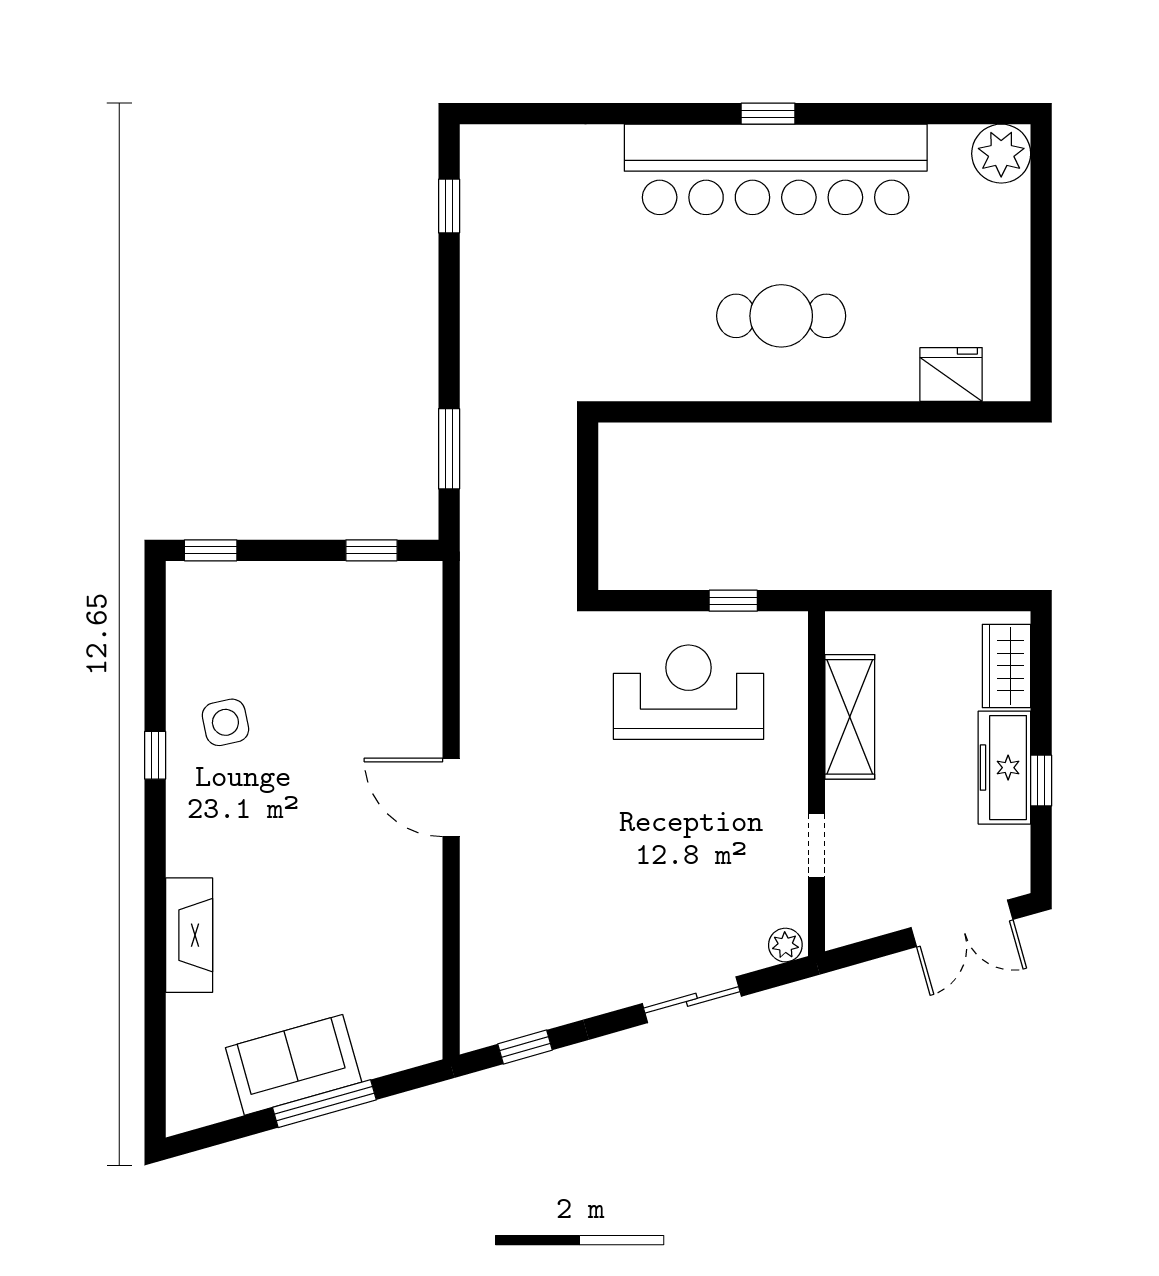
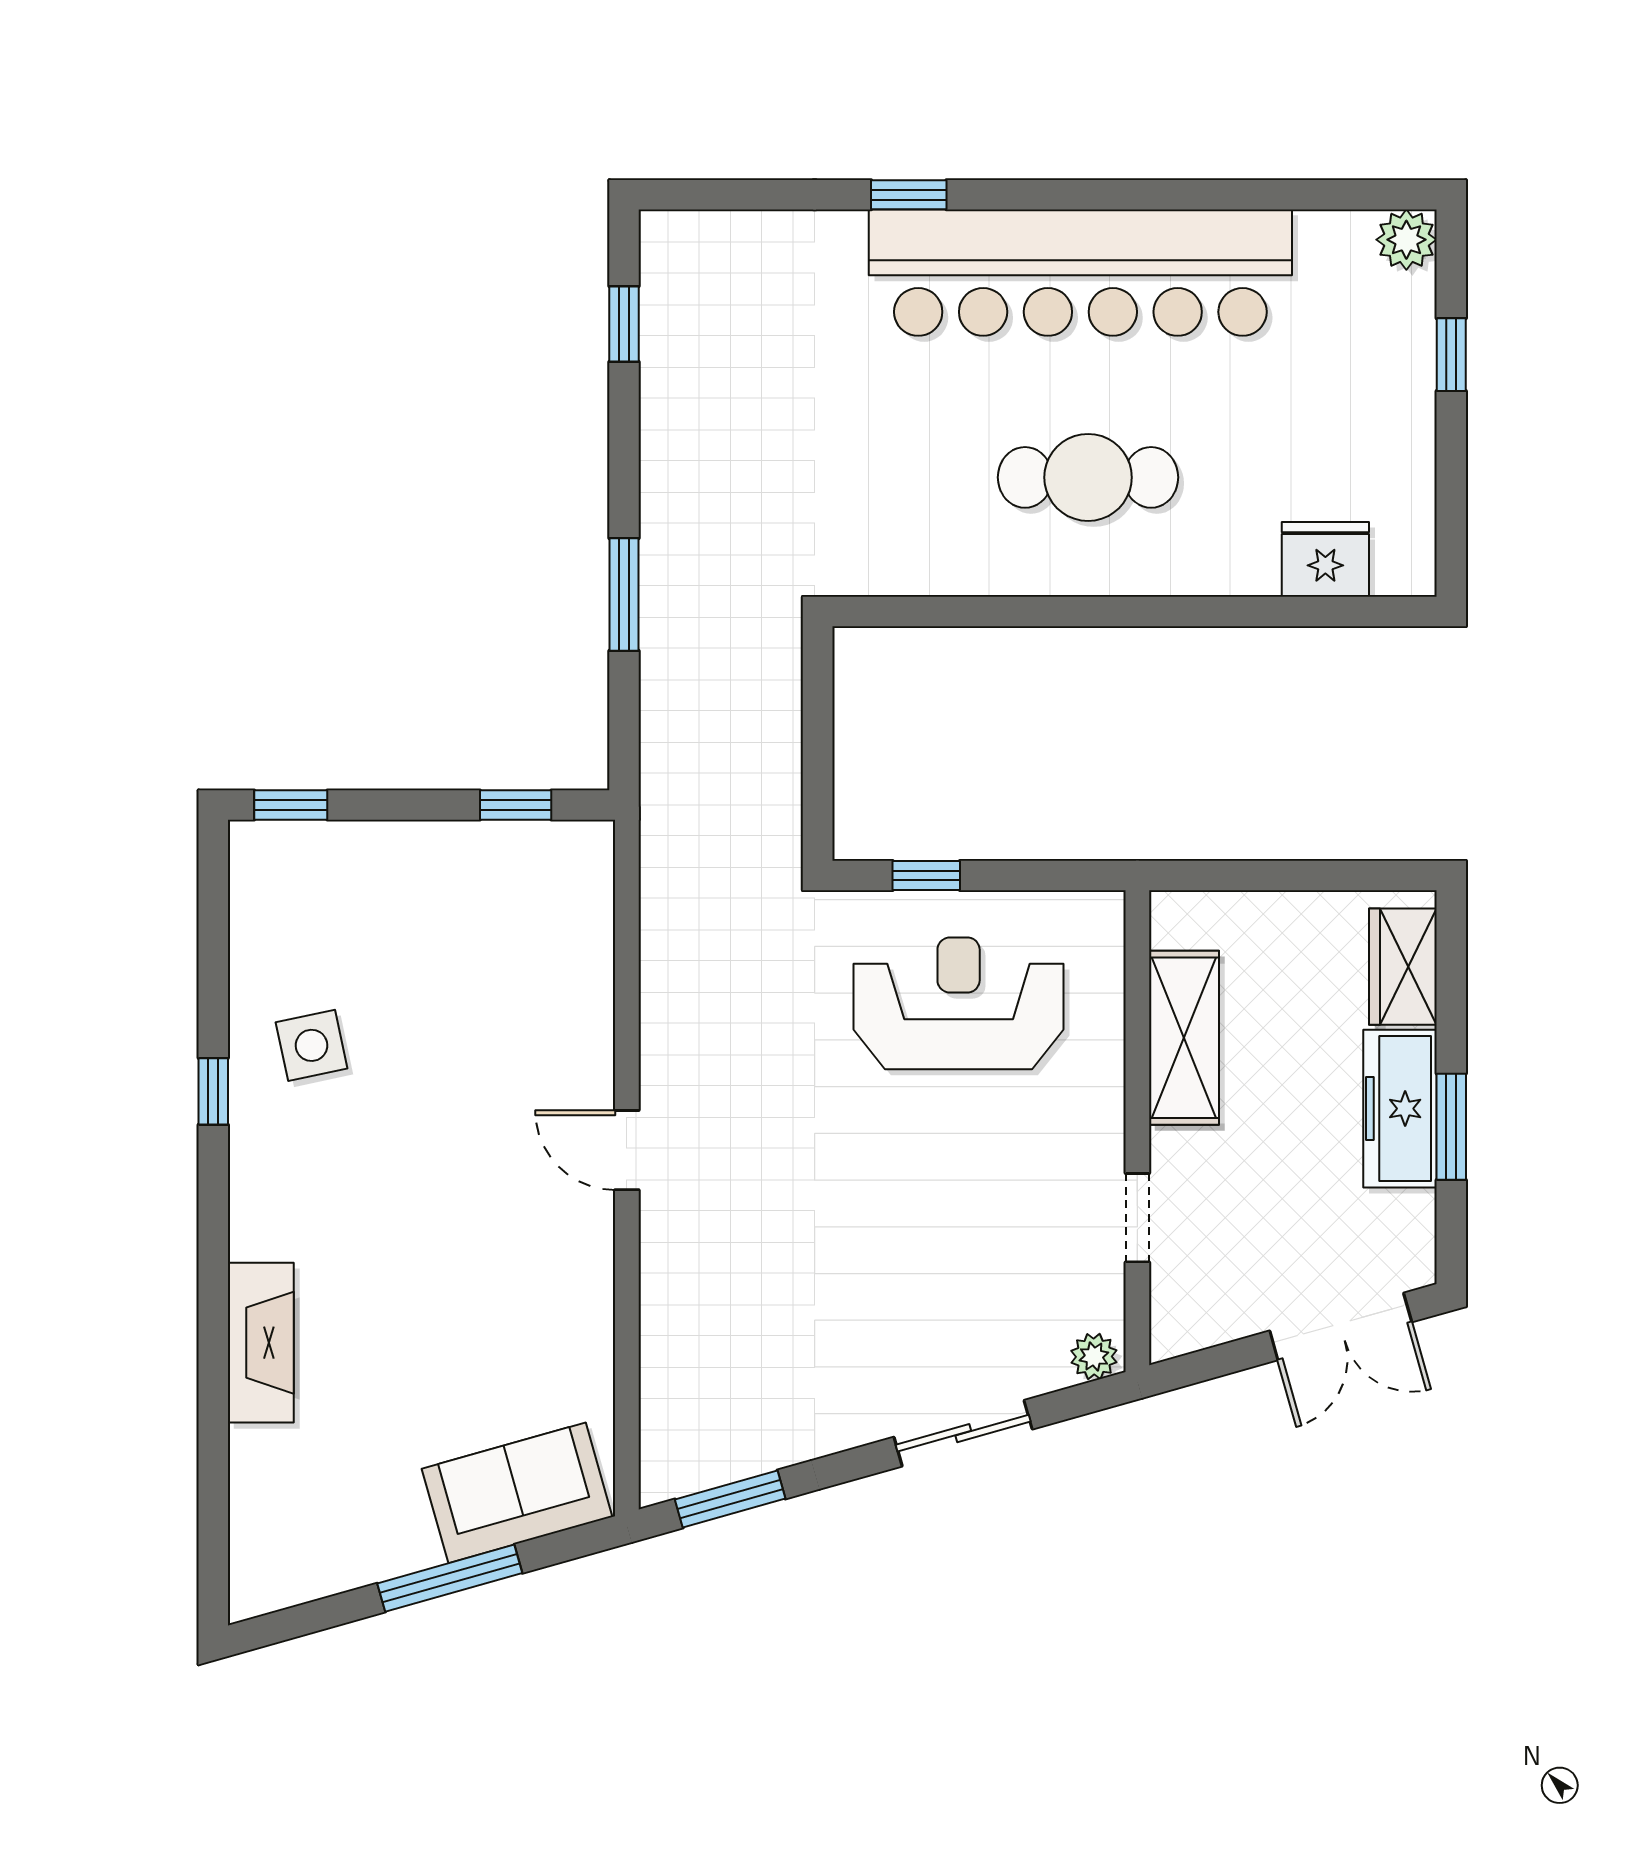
window: (768, 114) -> (909, 195), moved
plant: (1001, 154) -> (1406, 240), width x0.73, depth x0.73
window: (1041, 228) -> (1451, 355), added
window: (449, 449) -> (624, 594), moved
window: (733, 601) -> (926, 875), moved
window: (1041, 781) -> (1451, 1127), width x1.50
door: (451, 797) -> (627, 1150), width x0.73
window: (525, 1047) -> (730, 1499), width x1.50
sofa: (294, 1065) -> (517, 1493), moved

